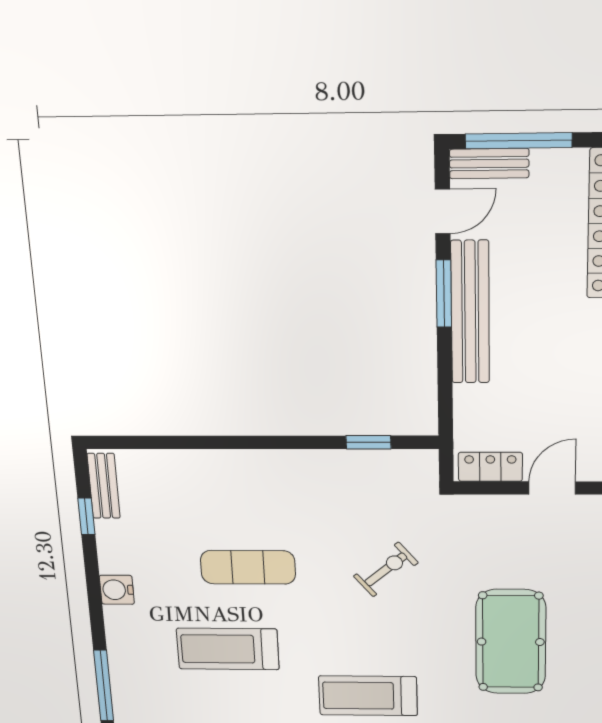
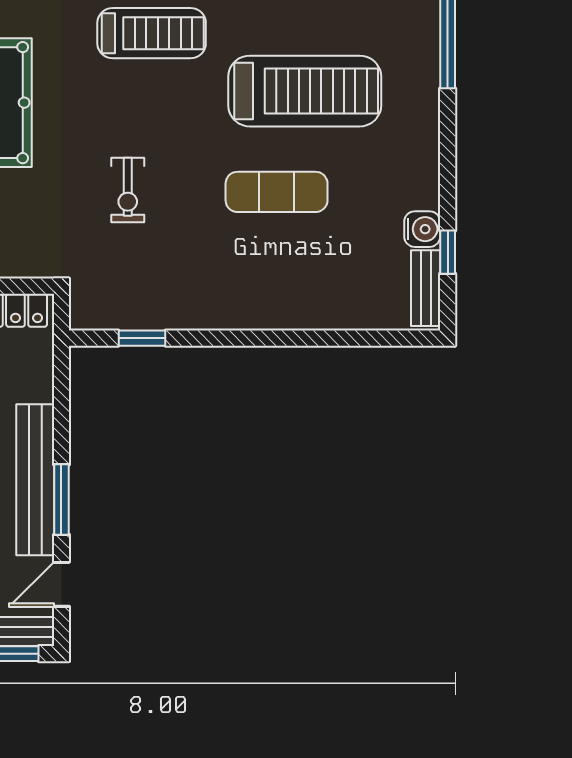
exercise bike: (386, 569) -> (128, 190), turned -50
water cooler: (117, 590) -> (422, 229), moved
treadmill: (228, 649) -> (305, 91), width x1.37, depth x1.37

